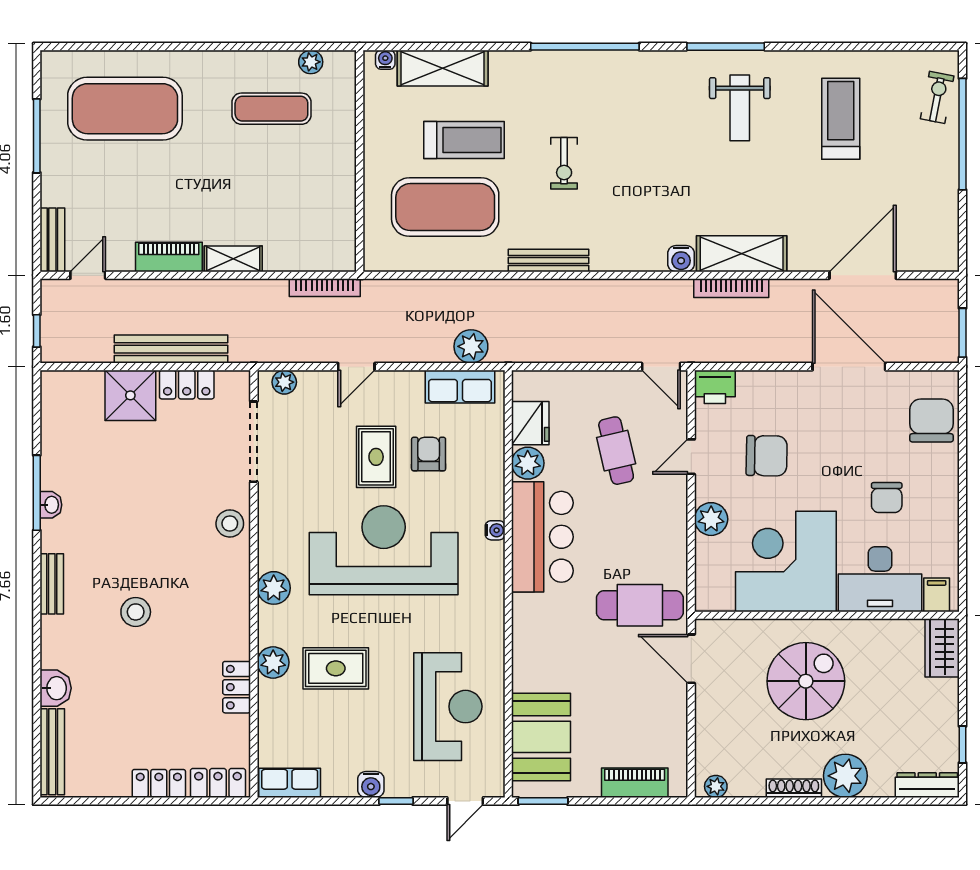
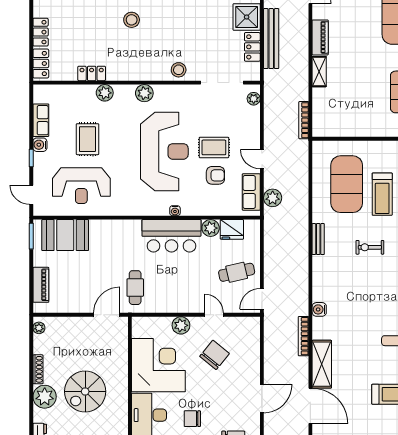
shelving: (742, 254) -> (322, 364), moved
bench: (549, 260) -> (318, 239), width x0.73
door: (356, 367) -> (262, 159), moved
door: (849, 367) -> (262, 399), width x0.73
printer: (715, 387) -> (251, 327), removed
cafe table: (616, 451) -> (237, 272), moved
chair: (767, 456) -> (215, 355), turned -142
cafe table: (640, 605) -> (135, 288), width x0.73, depth x0.74
rug: (336, 668) -> (87, 139), moved
spiral stairs: (806, 681) -> (85, 391), moved, turned 90
row of seats: (290, 783) -> (41, 120), moved

